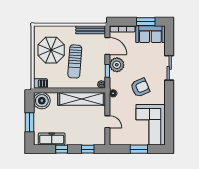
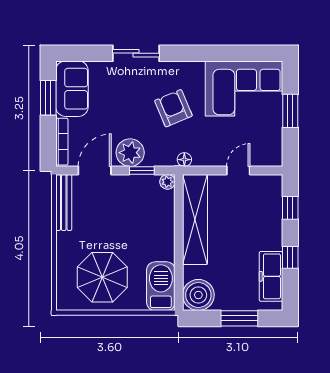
sun lounger: (75, 61) -> (124, 232), removed
barbecue: (40, 84) -> (161, 286), width x1.88, depth x1.53

